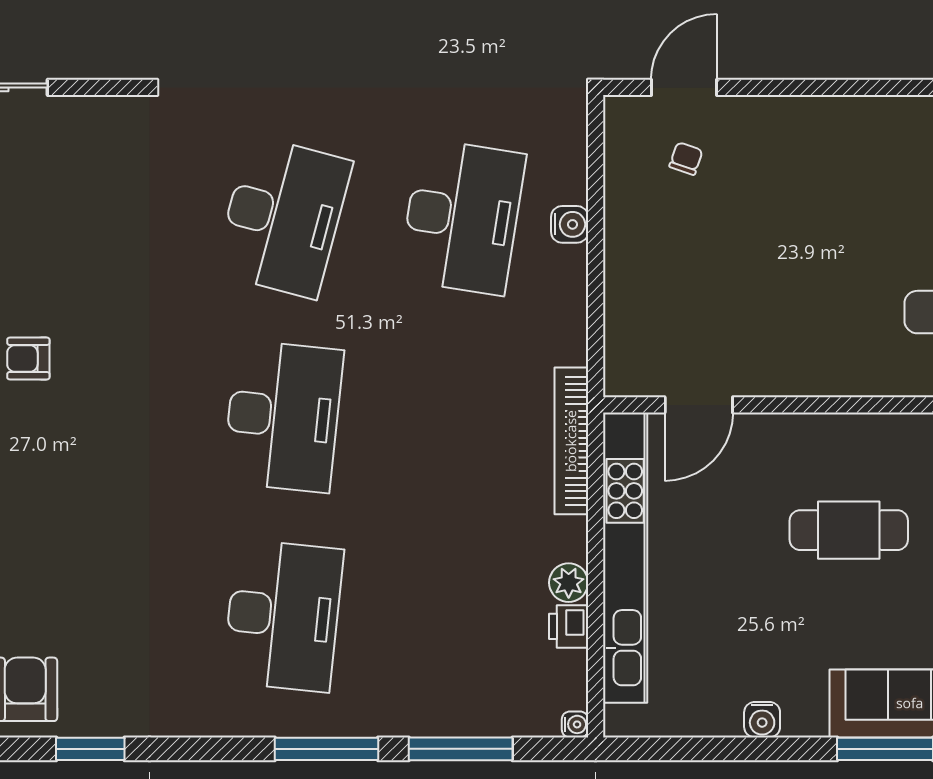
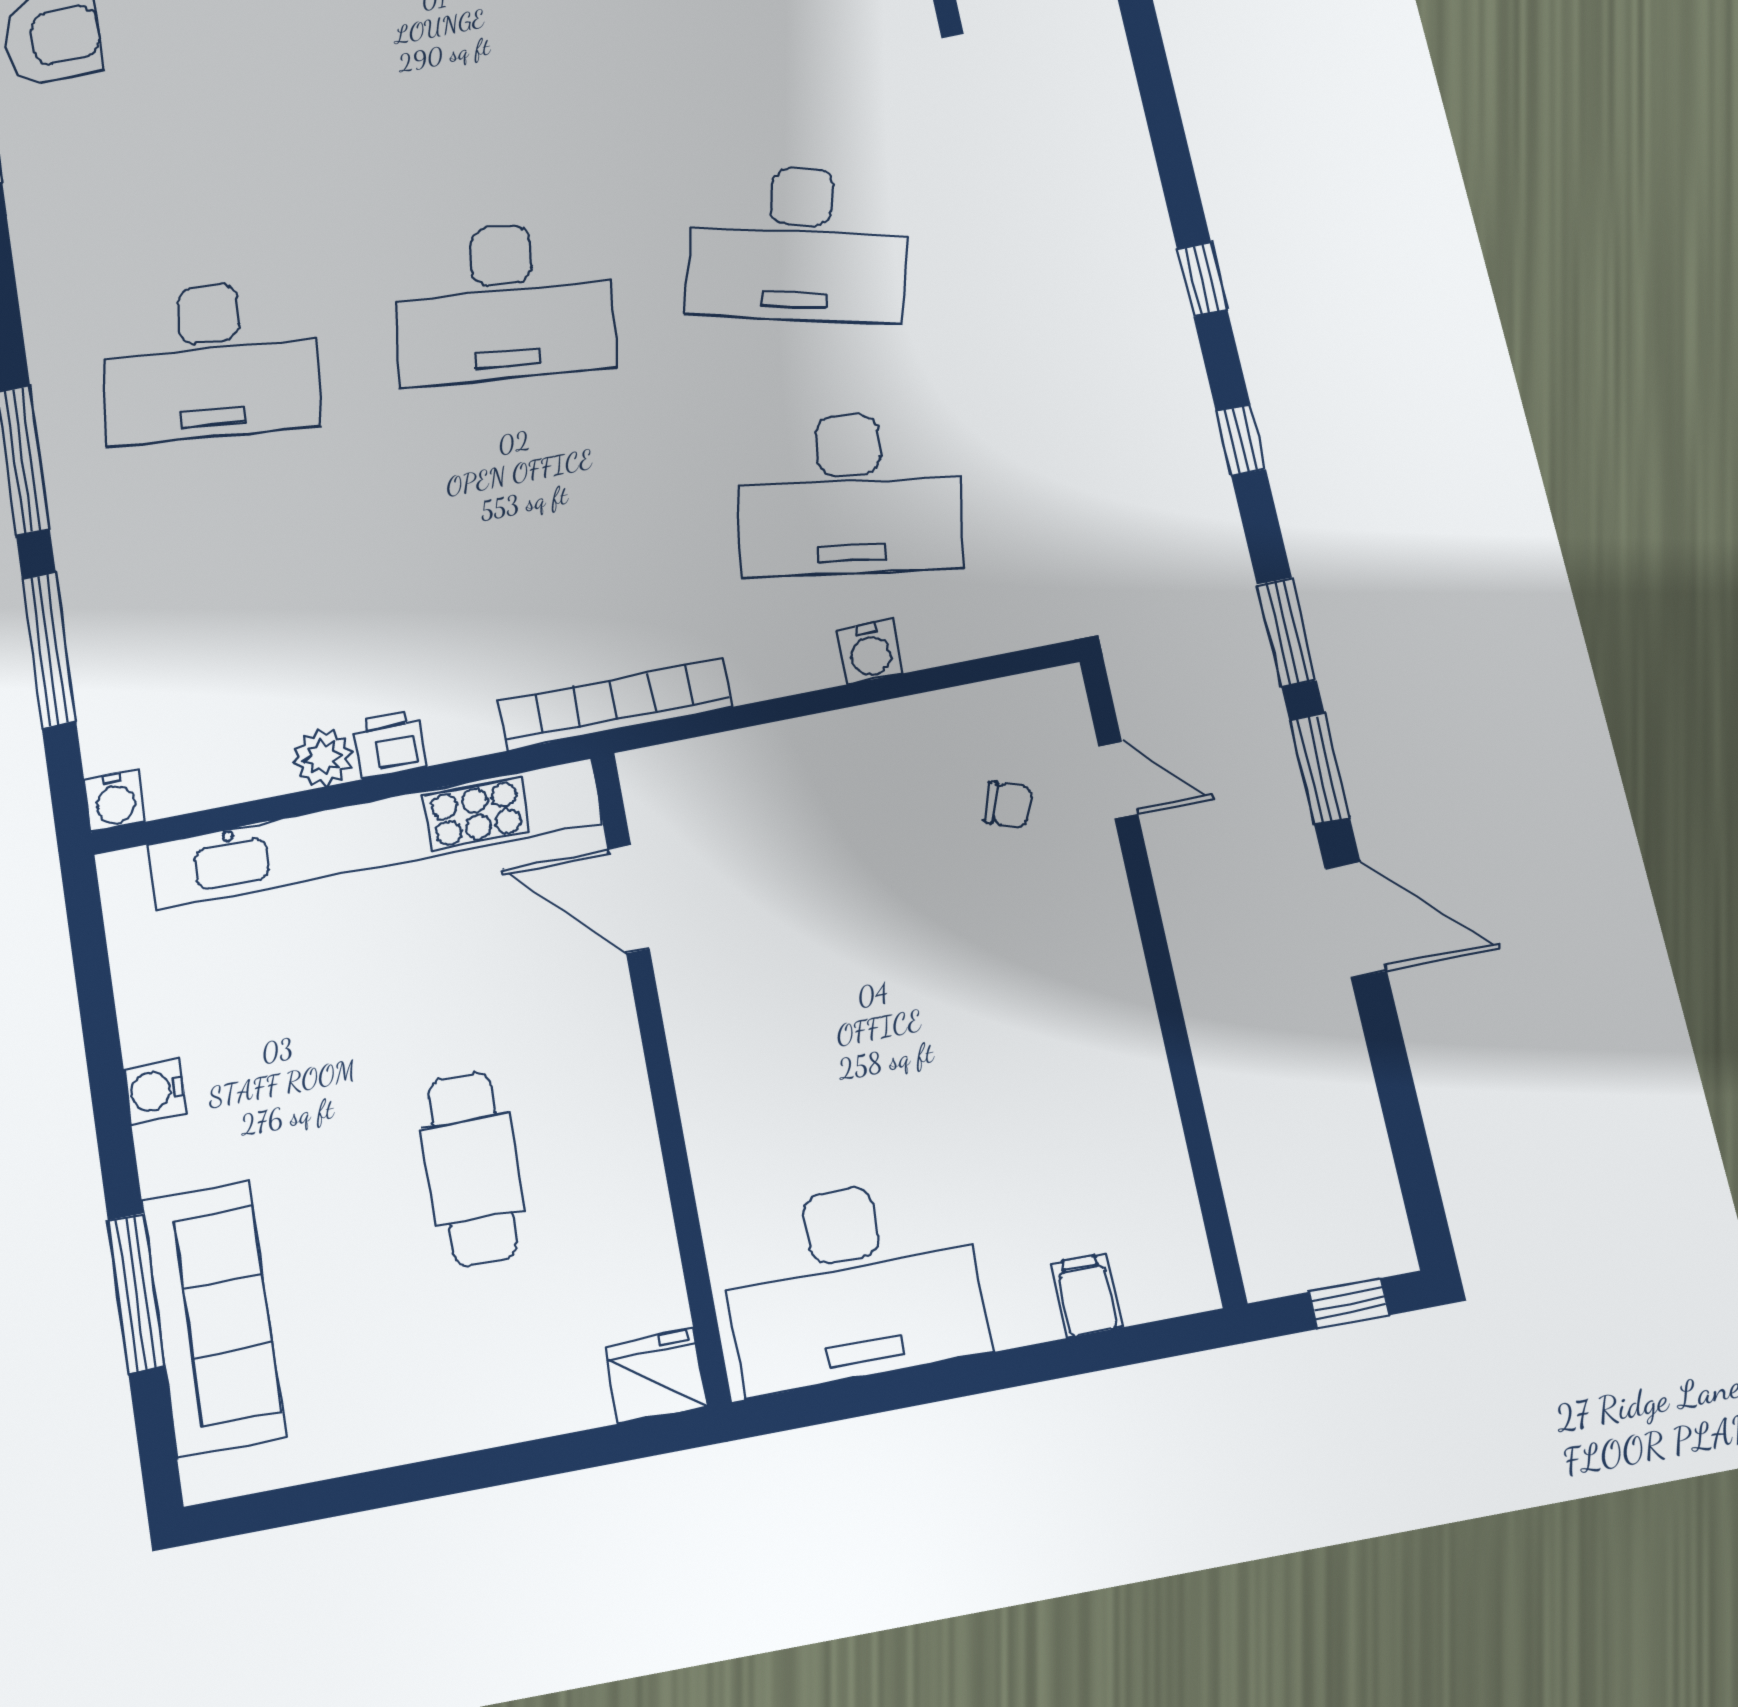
door: (684, 87) -> (1118, 780), width x0.73
bookcase: (571, 441) -> (615, 704), moved
printer: (569, 626) -> (389, 744), moved
water cooler: (575, 724) -> (115, 800), width x1.38, depth x1.38

